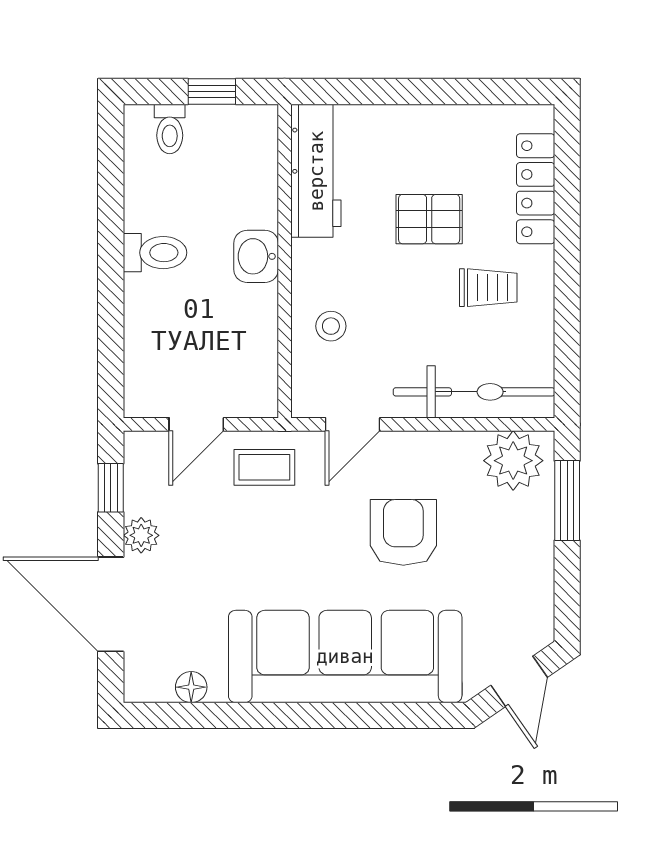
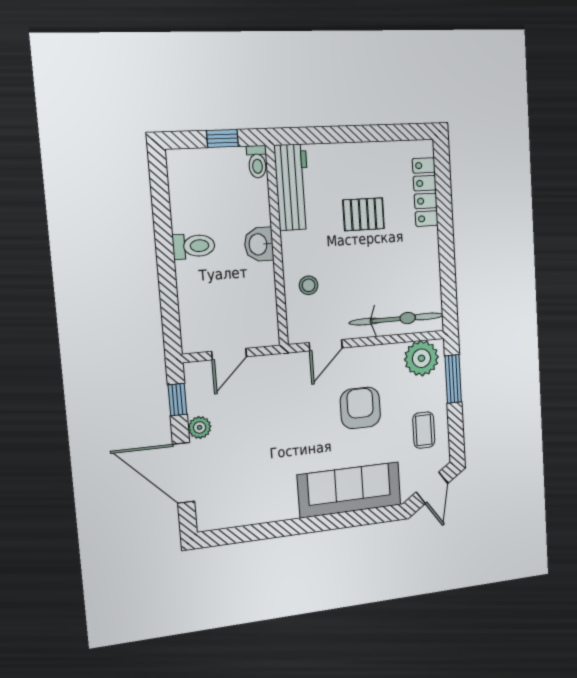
toilet: (170, 129) -> (257, 162), moved
trolley: (488, 288) -> (401, 255), removed
coffee table: (264, 467) -> (424, 430), moved, turned 90
sofa: (345, 656) -> (349, 490), width x0.74, depth x0.79
floor lamp: (191, 687) -> (239, 517), removed

